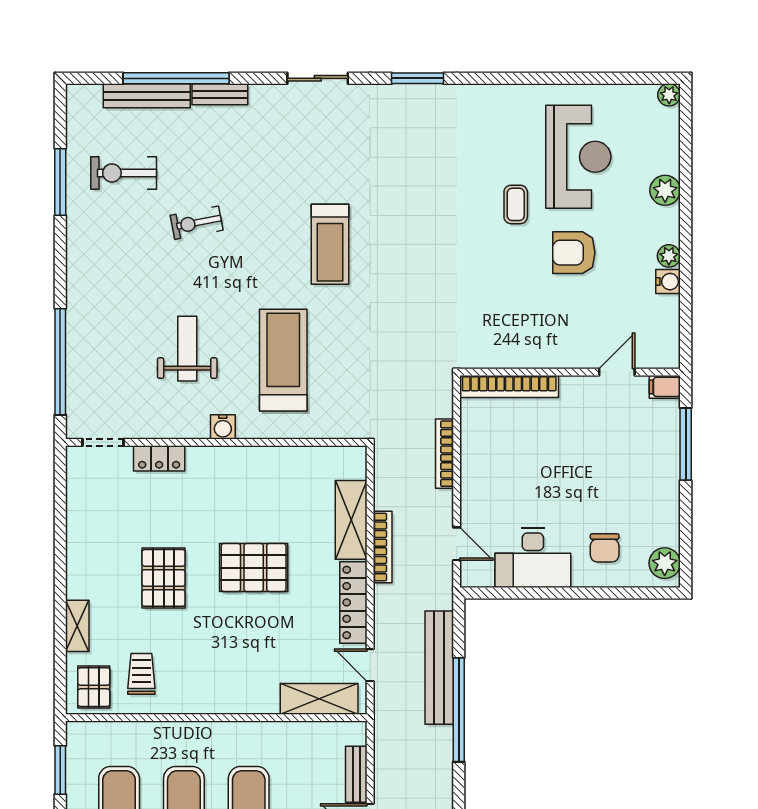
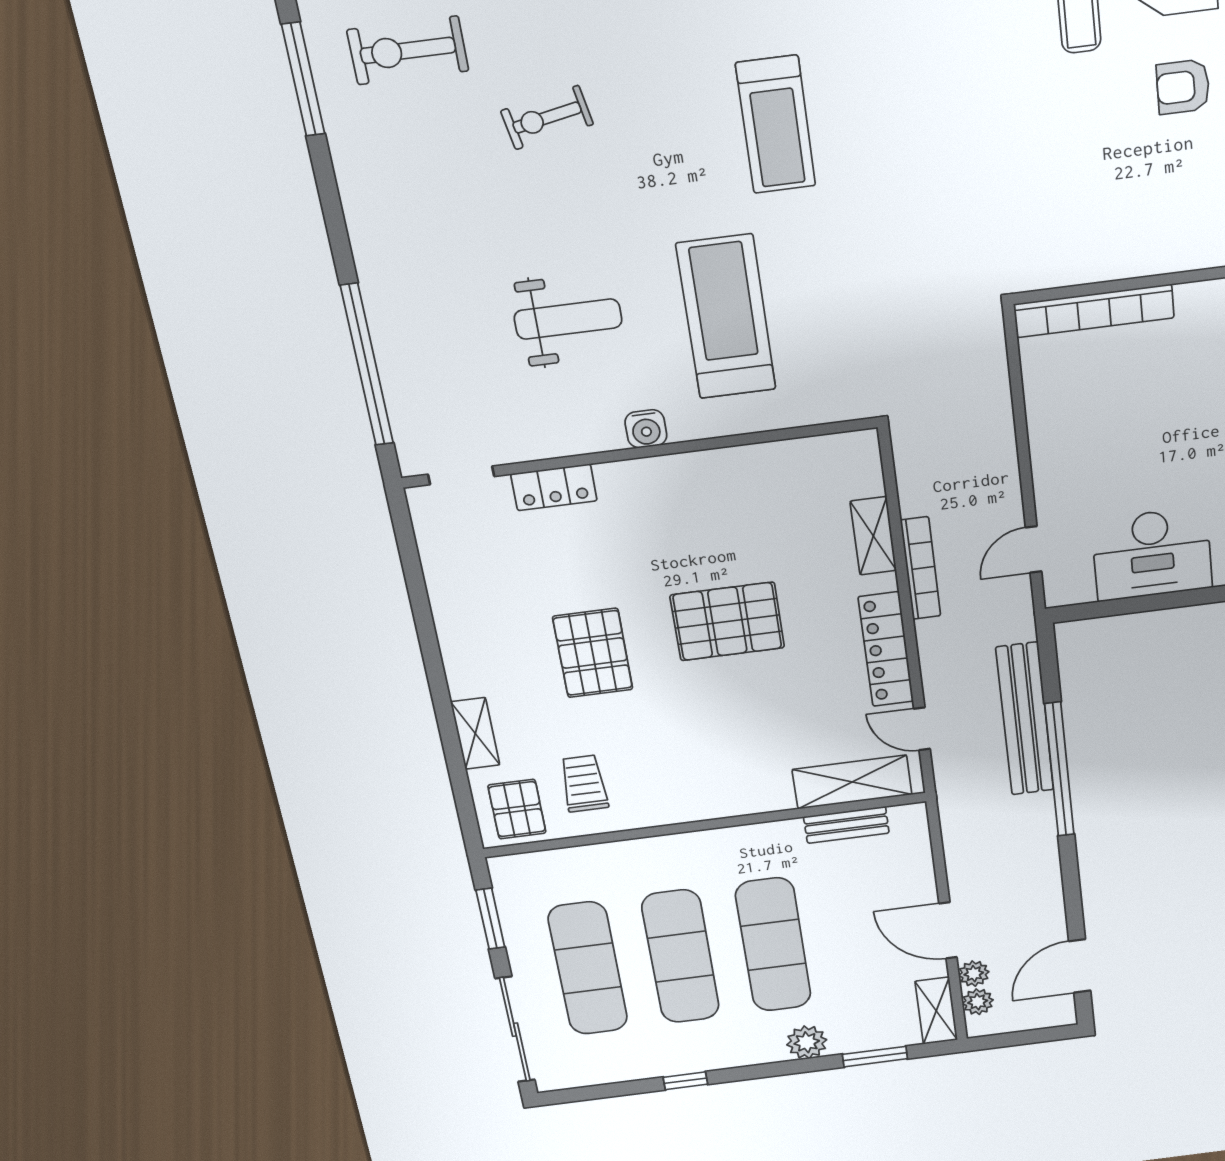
armchair: (574, 253) -> (1183, 87), width x0.72, depth x0.72
weight bench: (187, 349) -> (568, 319), turned 90
bookcase: (444, 454) -> (1001, 424), removed
shelving: (351, 520) -> (873, 536), width x0.67, depth x0.75
door: (457, 544) -> (1033, 550), swing flipped
bench: (356, 774) -> (846, 825), moved, turned 90

